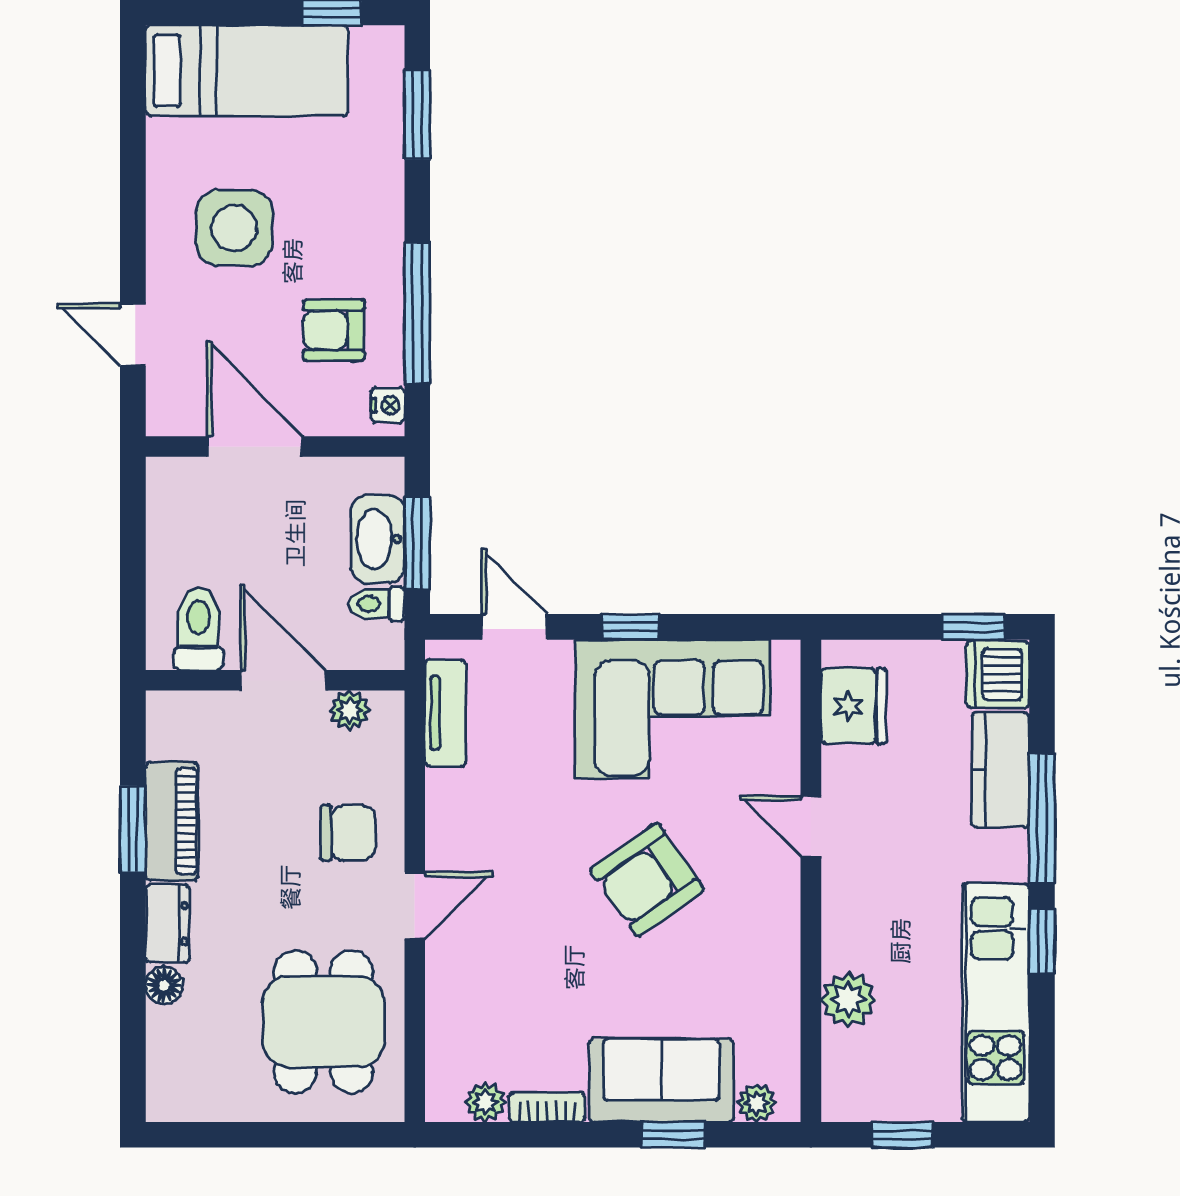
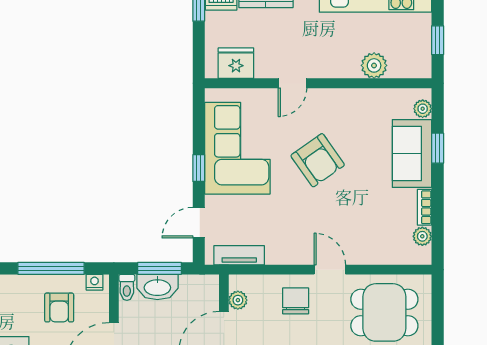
toilet: (377, 604) -> (127, 287), moved

